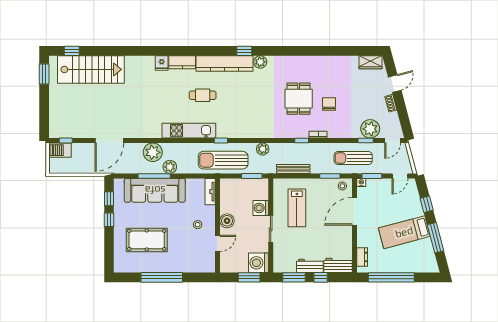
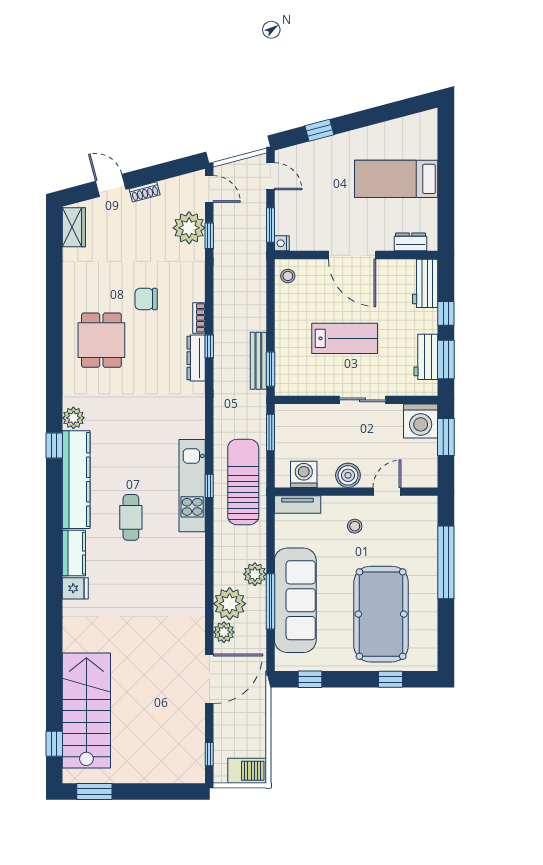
dining table: (299, 99) -> (101, 340), moved, turned 90
kitchen unit: (189, 131) -> (192, 486), moved
dresser: (295, 133) -> (196, 358), added
door: (109, 141) -> (209, 679), hinge flipped
plant: (263, 149) -> (224, 632), moved
barbecue: (60, 150) -> (247, 771), moved, turned -90
sun lounger: (353, 158) -> (239, 257), removed
sun lounger: (223, 160) -> (243, 482), turned 180
window: (330, 176) -> (270, 369), moved
washing machine: (261, 208) -> (304, 474), moved, turned 180
lab bench: (297, 208) -> (345, 338), moved
door: (354, 211) -> (352, 255), moved
window: (109, 220) -> (391, 679), moved
bed: (404, 232) -> (396, 179), moved, turned 105
window: (435, 238) -> (377, 115), removed
pool table: (147, 240) -> (381, 614), width x1.36, depth x1.32
door: (218, 243) -> (387, 492), hinge flipped
workbench: (310, 266) -> (426, 357), moved
window: (162, 277) -> (446, 562), moved
window: (391, 277) -> (446, 191), removed

